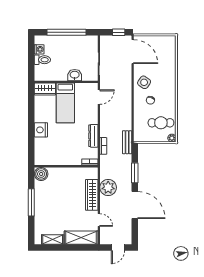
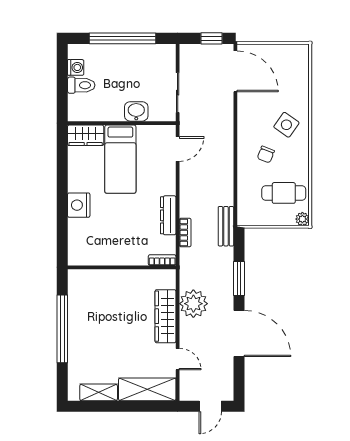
side table: (144, 82) -> (286, 125), moved
boiler: (41, 174) -> (79, 281), removed
window: (31, 202) -> (62, 329), width x1.46

